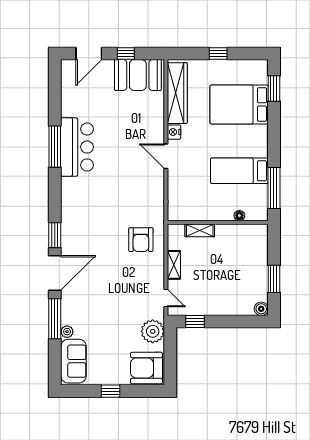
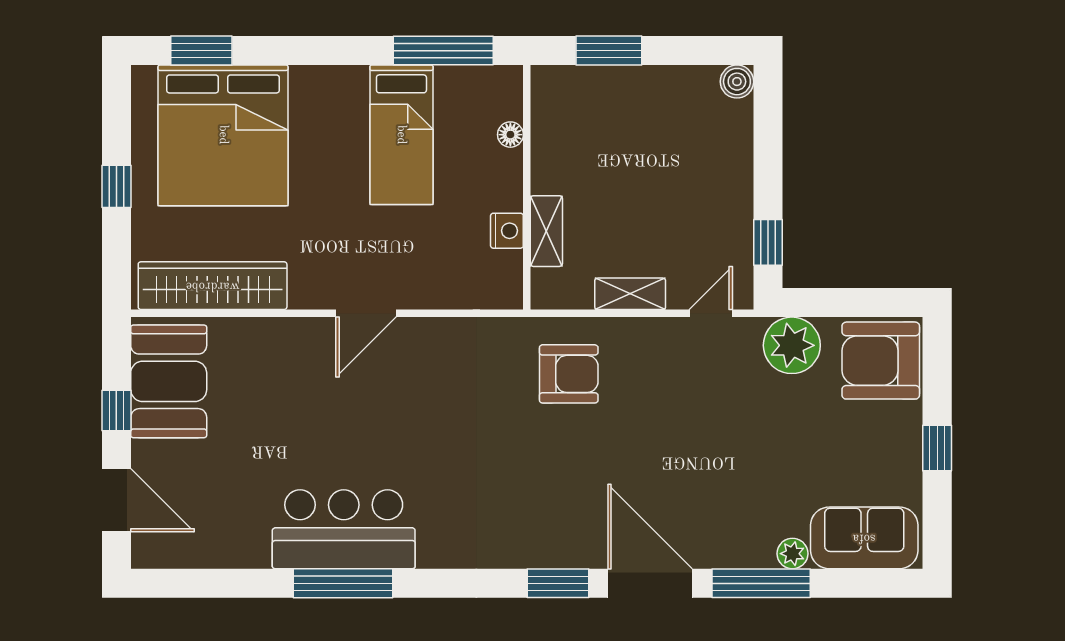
bed: (239, 104) -> (223, 135), width x1.36
nightstand: (174, 132) -> (507, 231), moved, turned -90
window: (274, 279) -> (609, 51), moved
armchair: (146, 368) -> (881, 361), turned 90

